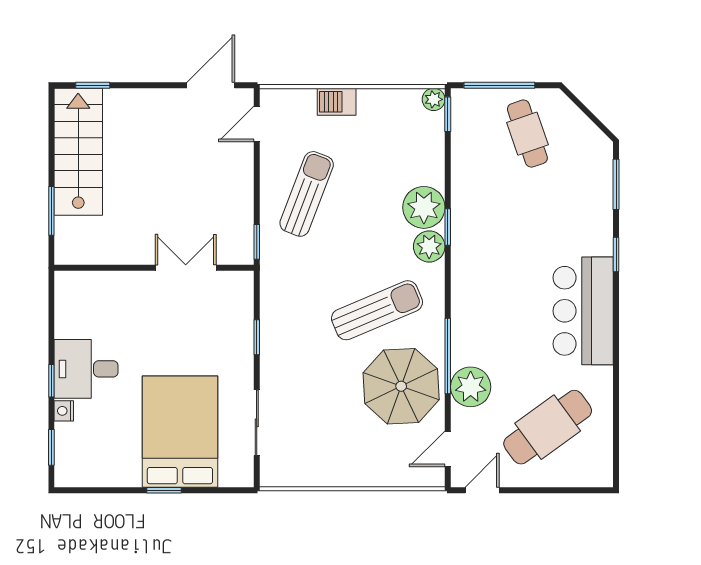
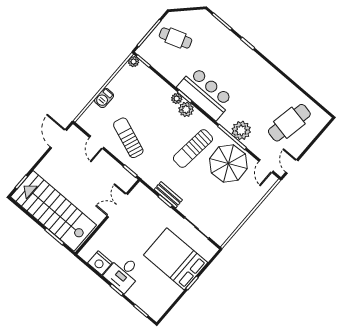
door: (257, 124) -> (97, 142), moved
stairs: (78, 152) -> (53, 211), width x1.36, depth x1.51
plant: (424, 207) -> (177, 99), width x0.53, depth x0.53
sun lounger: (377, 310) -> (193, 149), turned -151
bar counter: (583, 311) -> (205, 93), moved, turned 180
bench: (271, 334) -> (168, 195), added
plant: (471, 387) -> (241, 130), moved
nightstand: (64, 411) -> (100, 263), moved, width x1.89, depth x1.79
cafe table: (548, 427) -> (289, 123), turned 47

